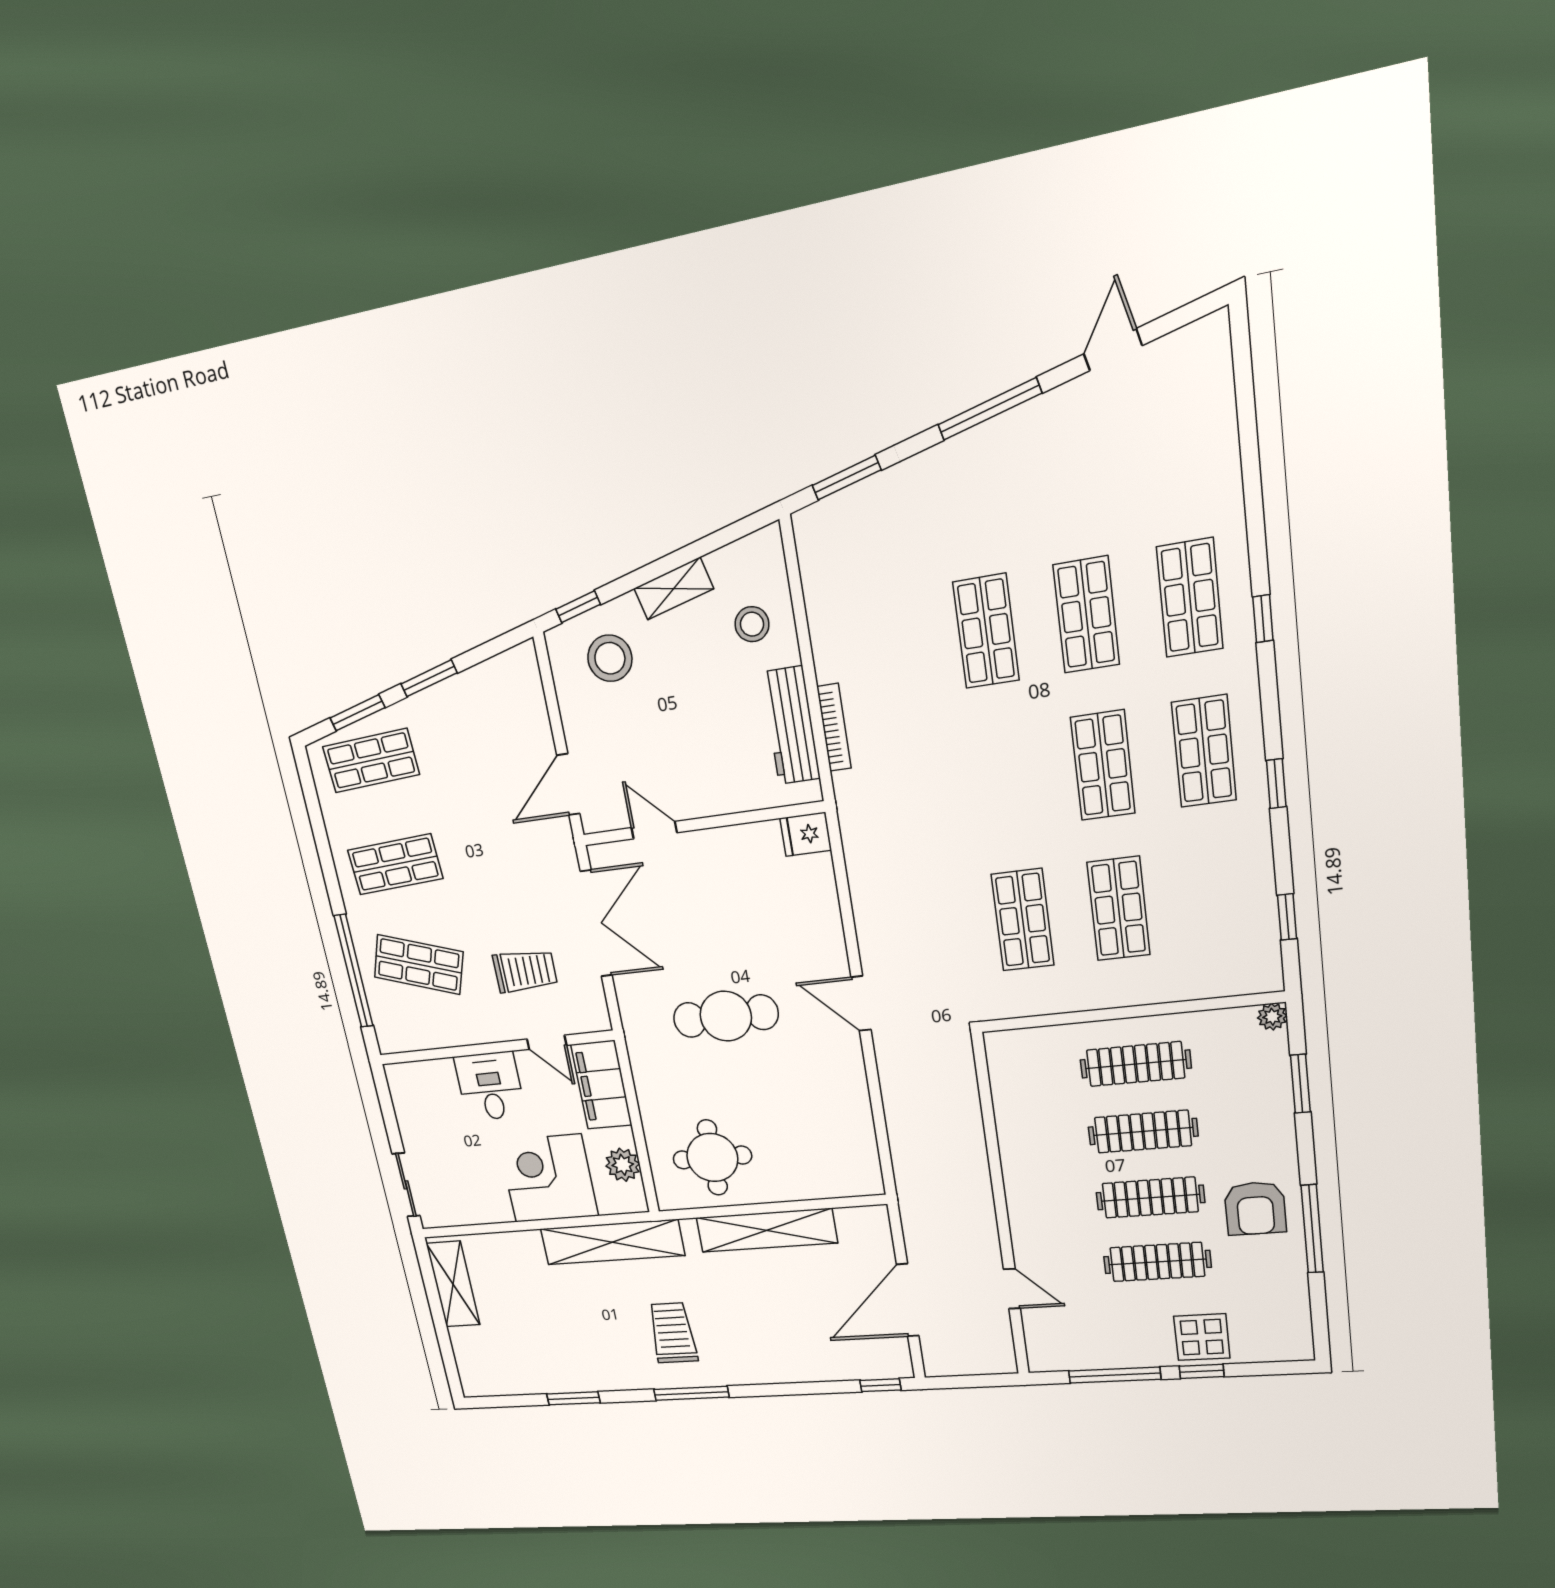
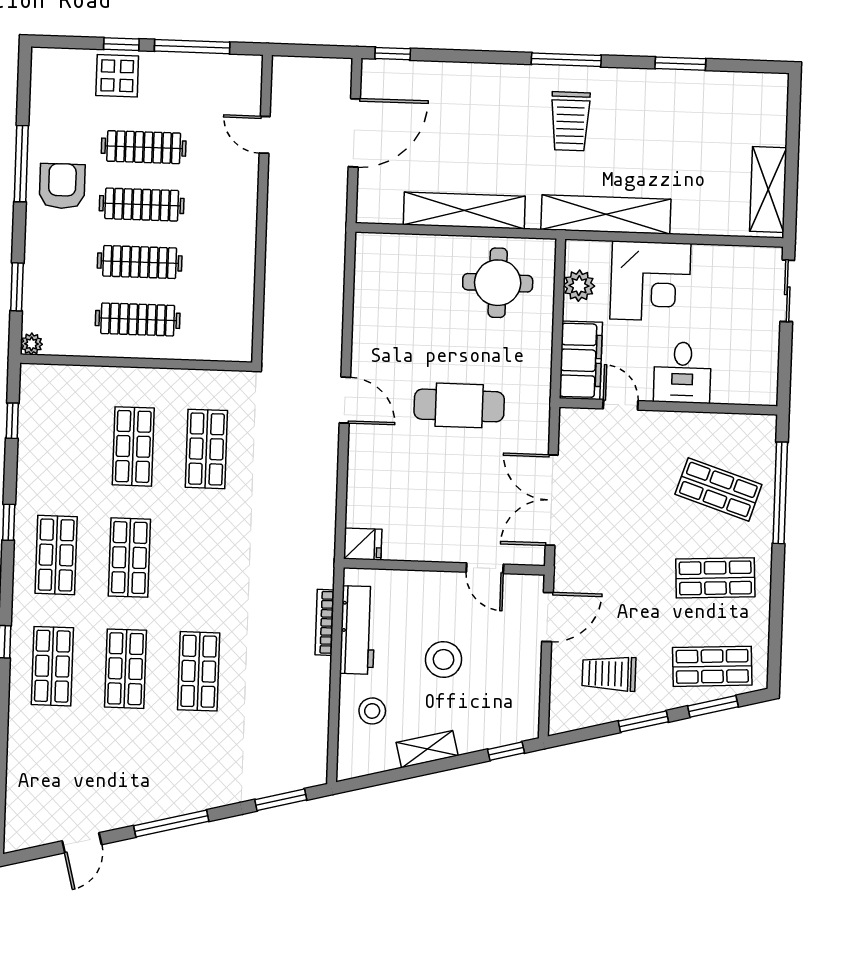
stool: (610, 658) -> (444, 659), moved
trolley: (525, 971) -> (609, 674), moved

